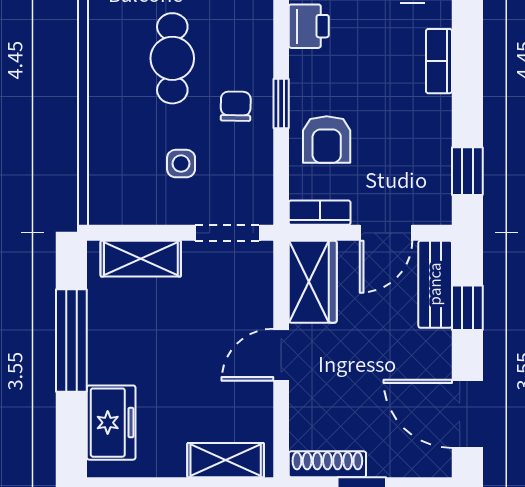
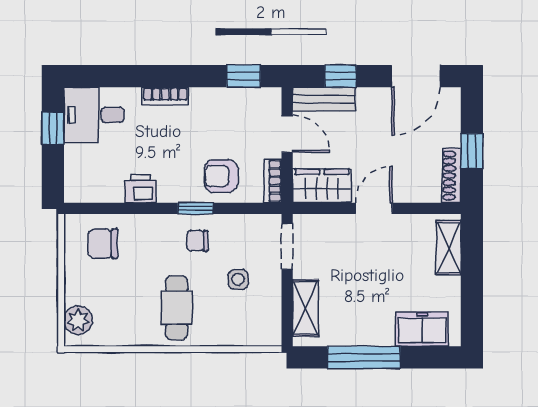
cafe table: (172, 58) -> (177, 308), moved, turned 90
armchair: (327, 140) -> (221, 176), turned 180
door: (281, 355) -> (374, 208), swing flipped

